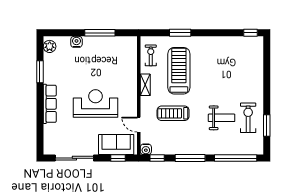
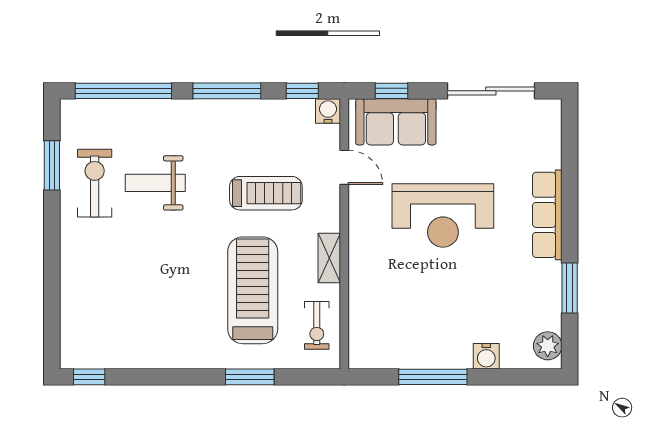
treadmill: (179, 71) -> (253, 290), turned 180
exercise bike: (248, 118) -> (95, 183), turned 180

